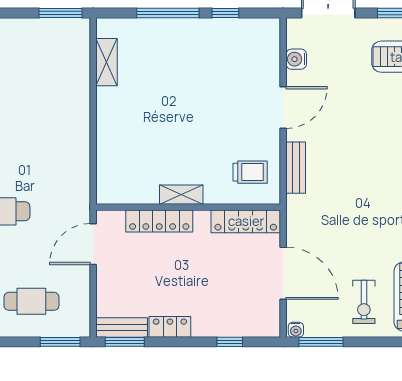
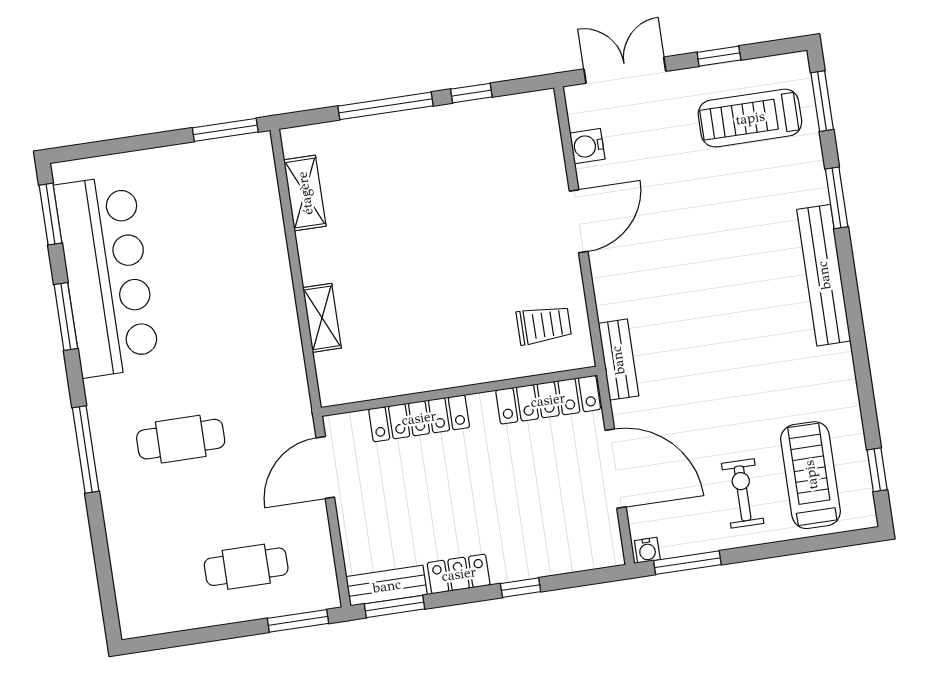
bench: (296, 168) -> (618, 360), moved
shelving: (181, 195) -> (322, 318), moved, turned 90
exercise bike: (364, 302) -> (743, 493), turned 180
window: (230, 342) -> (521, 588), moved

